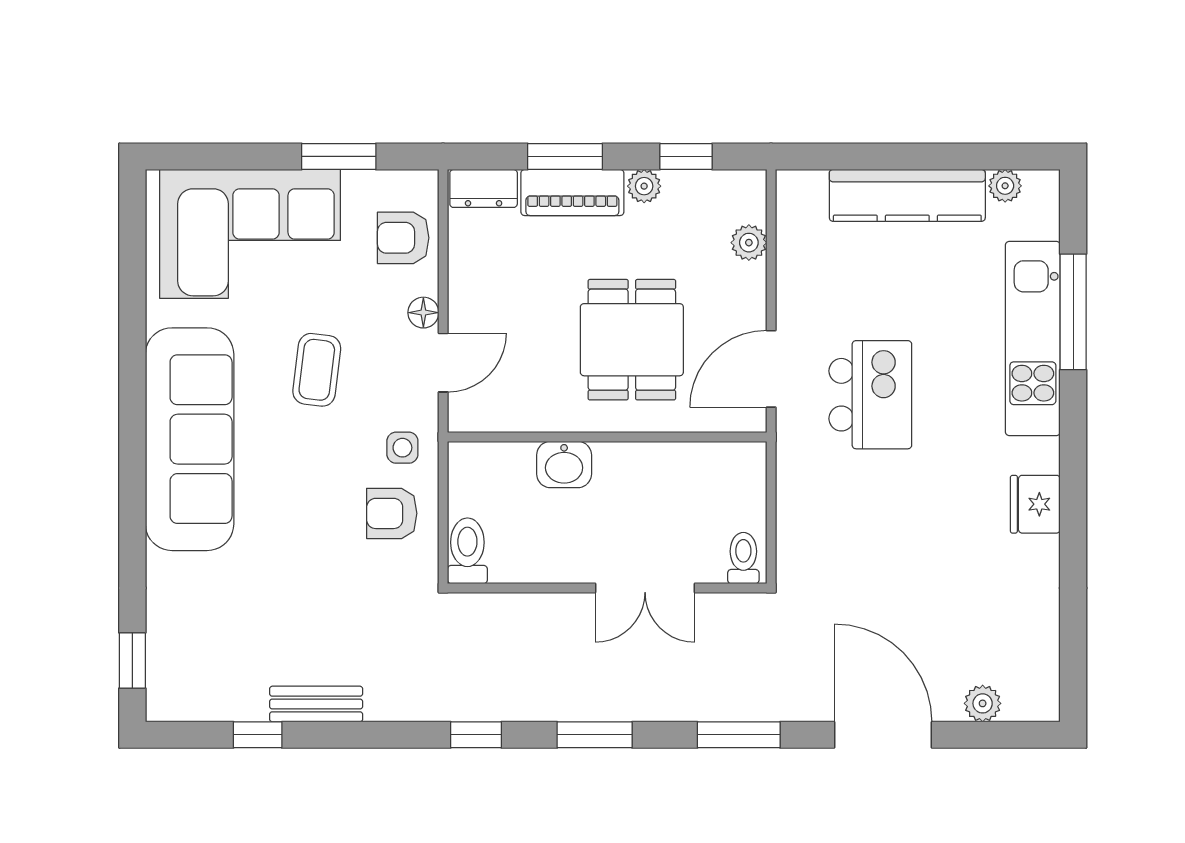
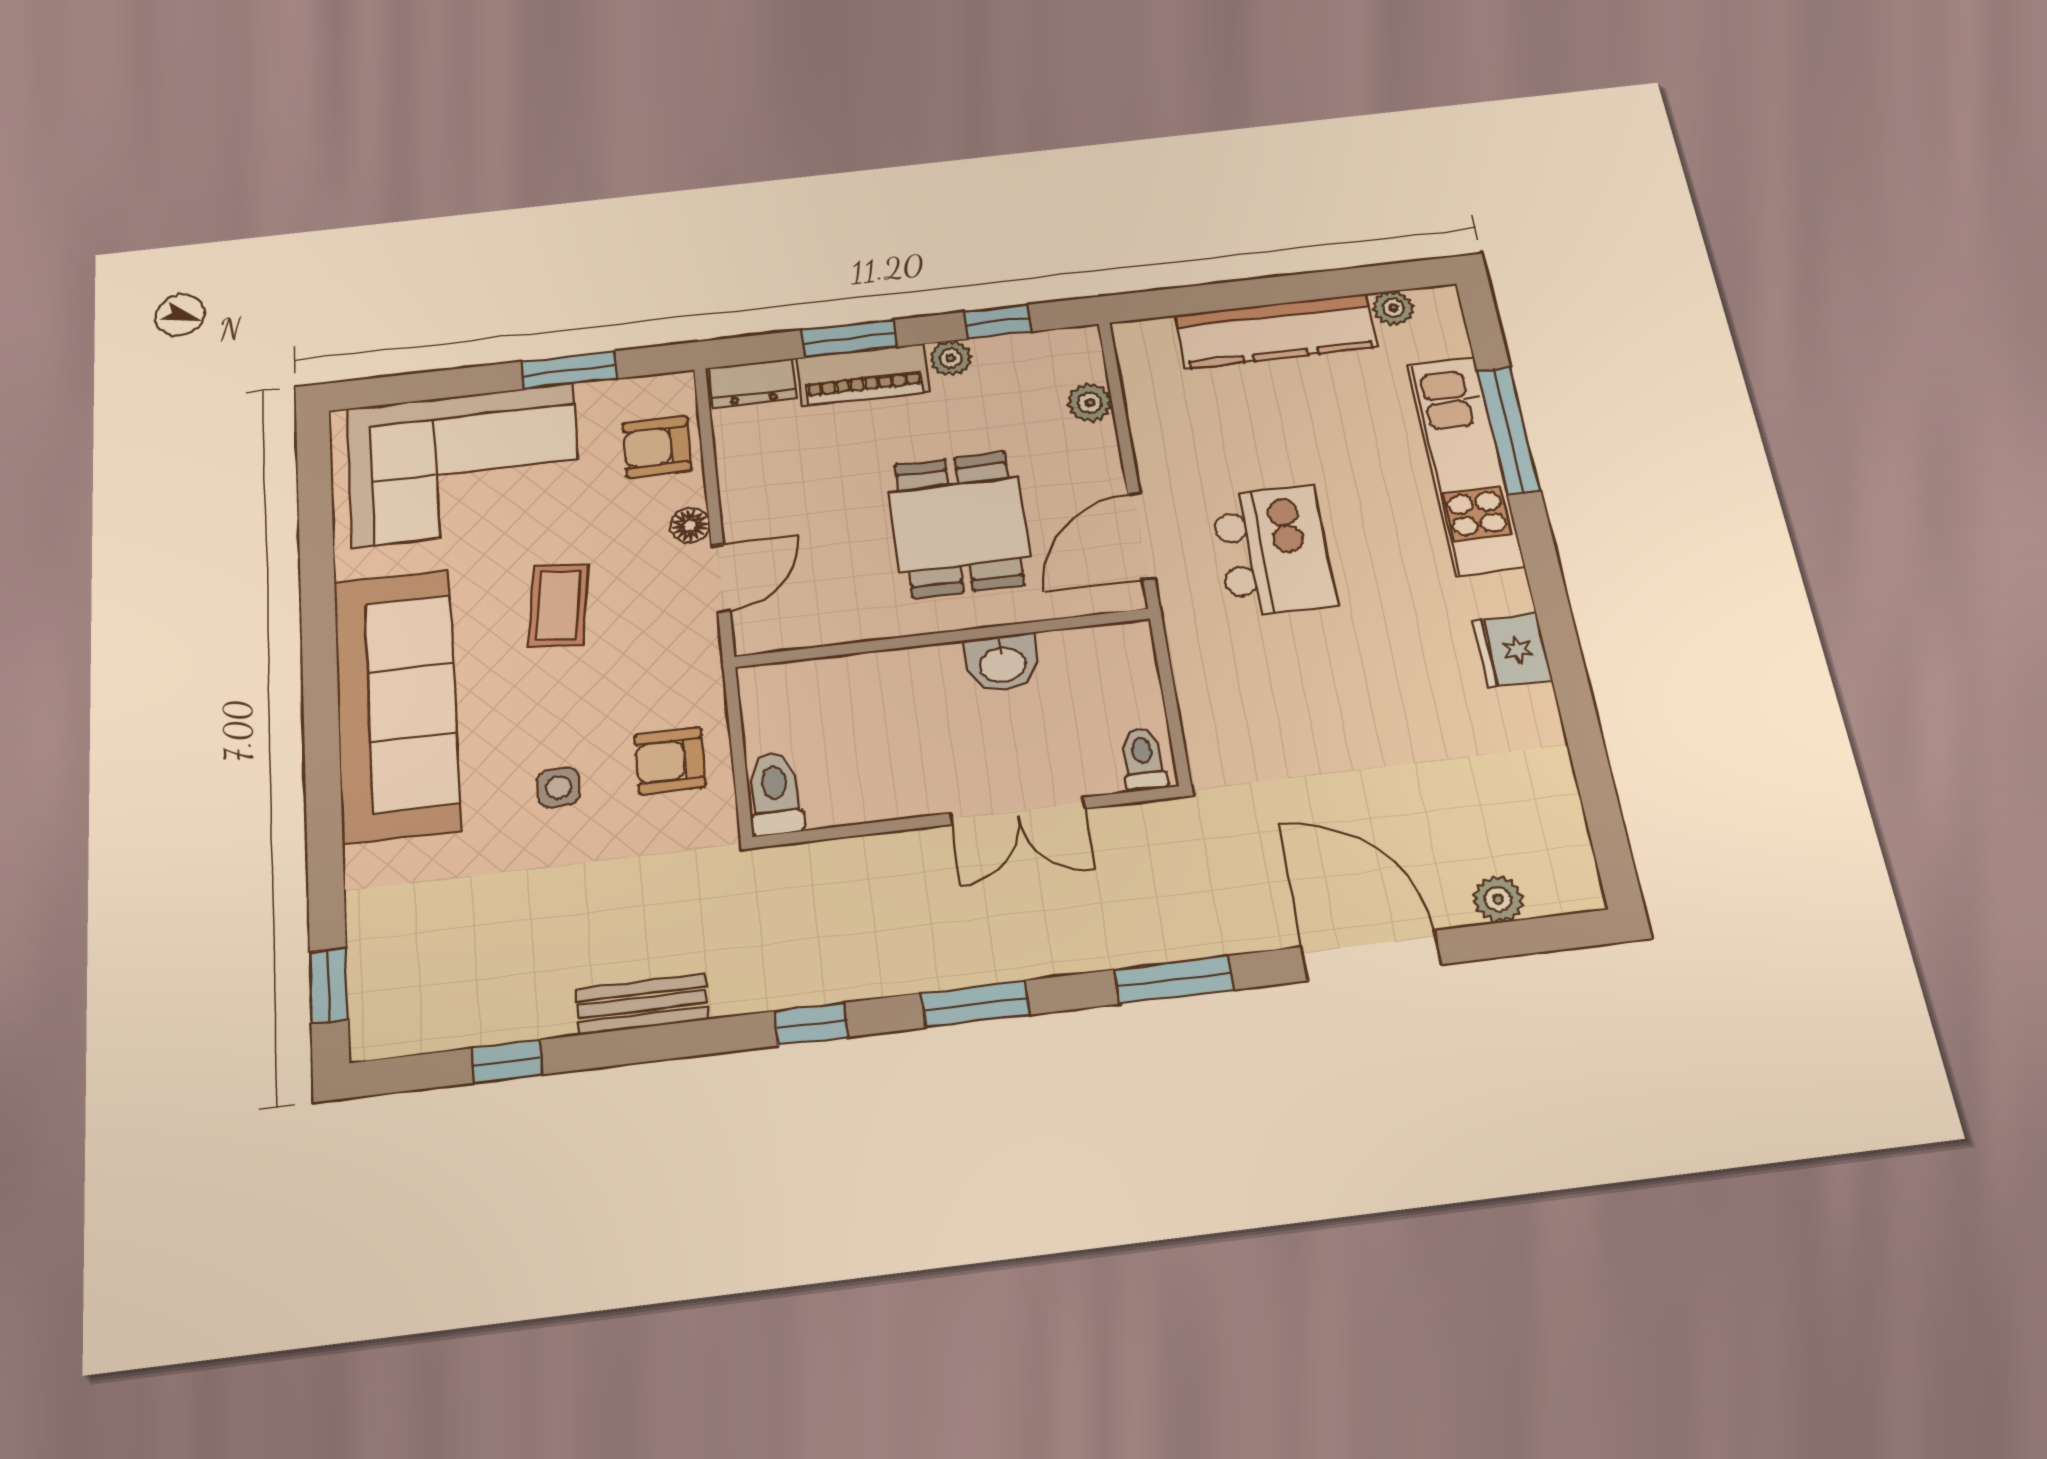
side table: (402, 448) -> (558, 787), moved
washbasin: (564, 464) -> (1002, 663), moved
bench: (316, 704) -> (642, 1004), moved

